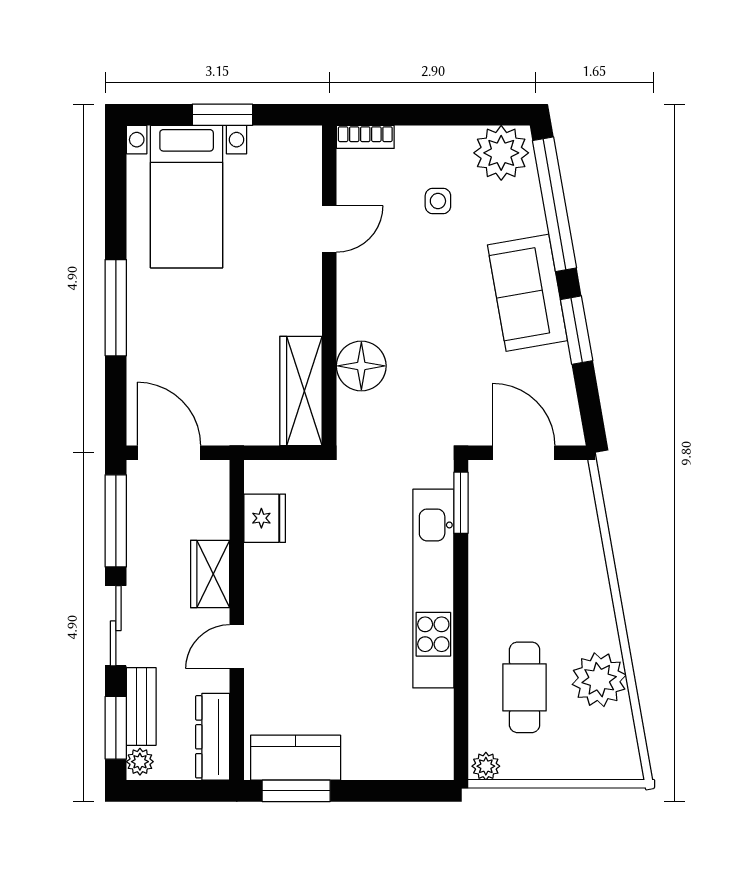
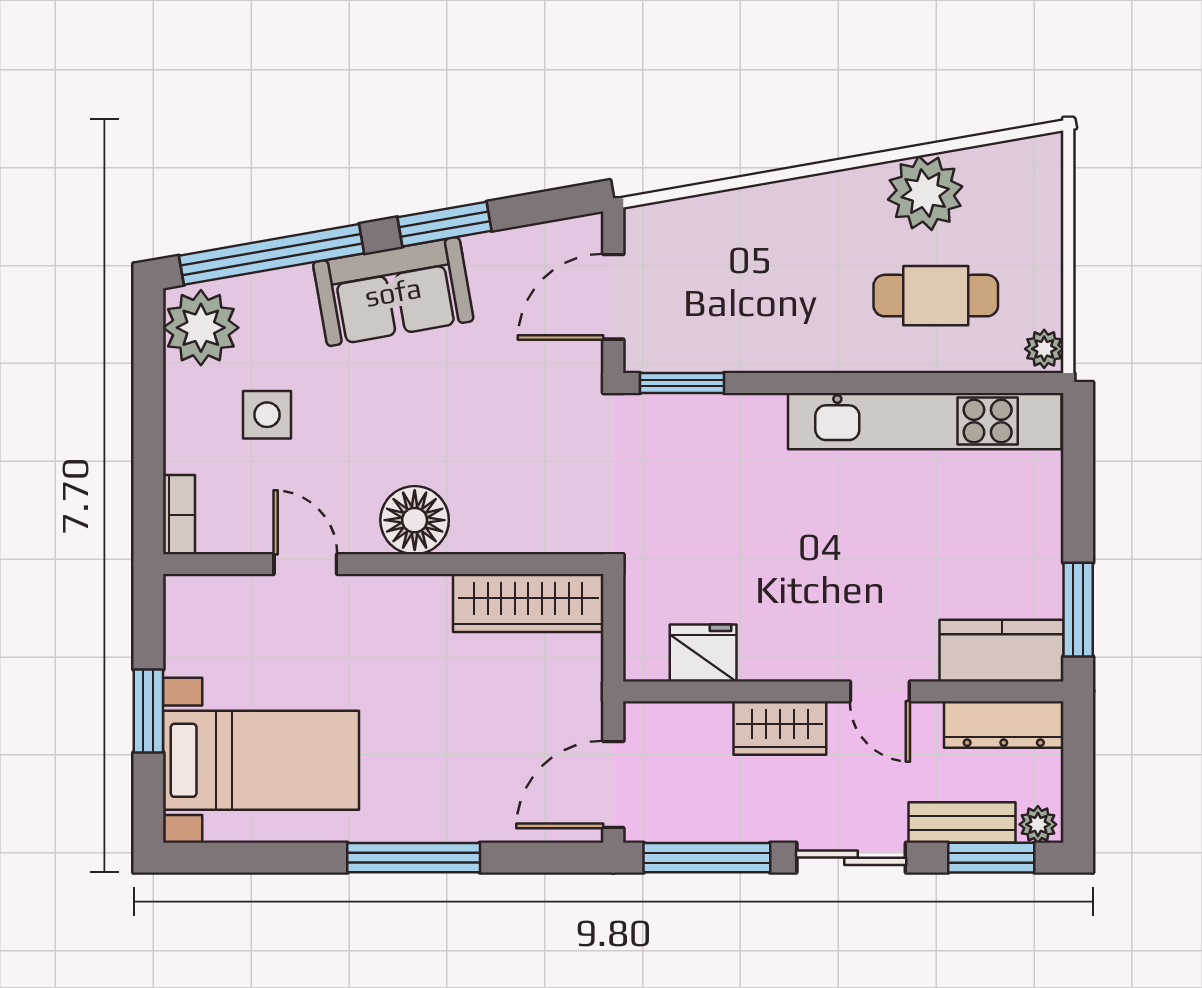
side table: (438, 201) -> (267, 415), width x1.37, depth x1.37
floor lamp: (361, 366) -> (415, 520), moved
kitchen unit: (433, 589) -> (925, 421), moved
kitchen counter: (296, 758) -> (1002, 651), moved, turned 90

